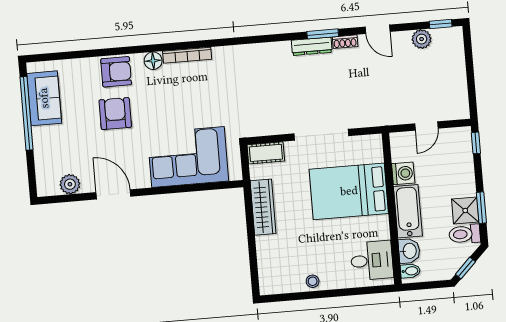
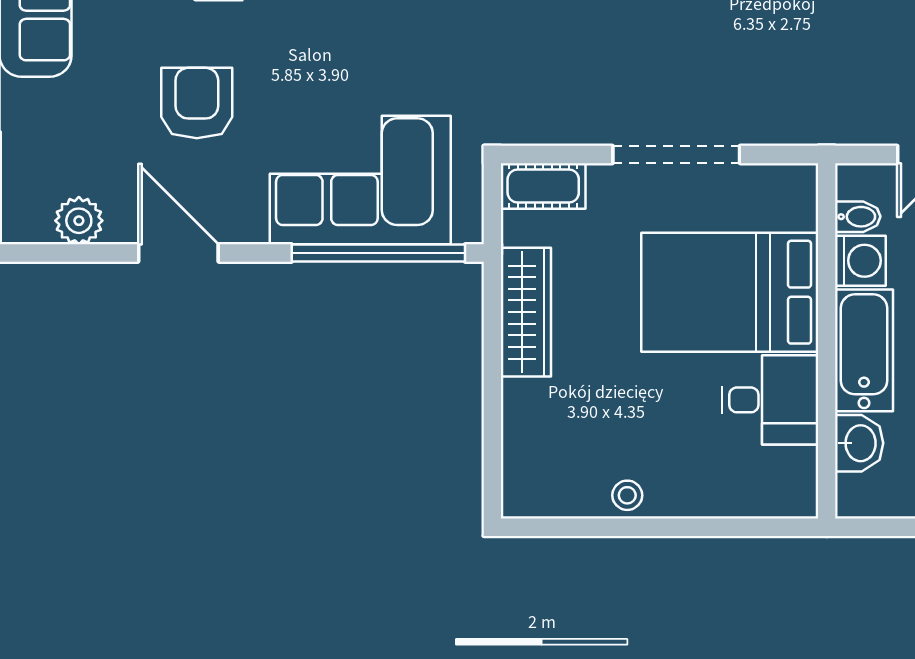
armchair: (115, 114) -> (197, 103), moved
window: (198, 187) -> (378, 253), added
desk: (372, 260) -> (770, 400), moved
bidet: (410, 271) -> (858, 217), moved

